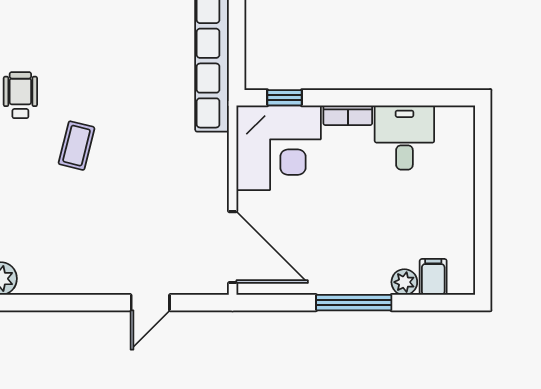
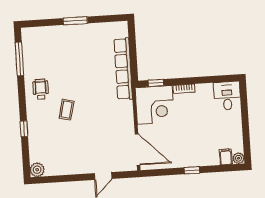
desk: (404, 138) -> (227, 96), moved
plant: (404, 282) -> (239, 158), moved
window: (354, 303) -> (192, 170), width x0.46

